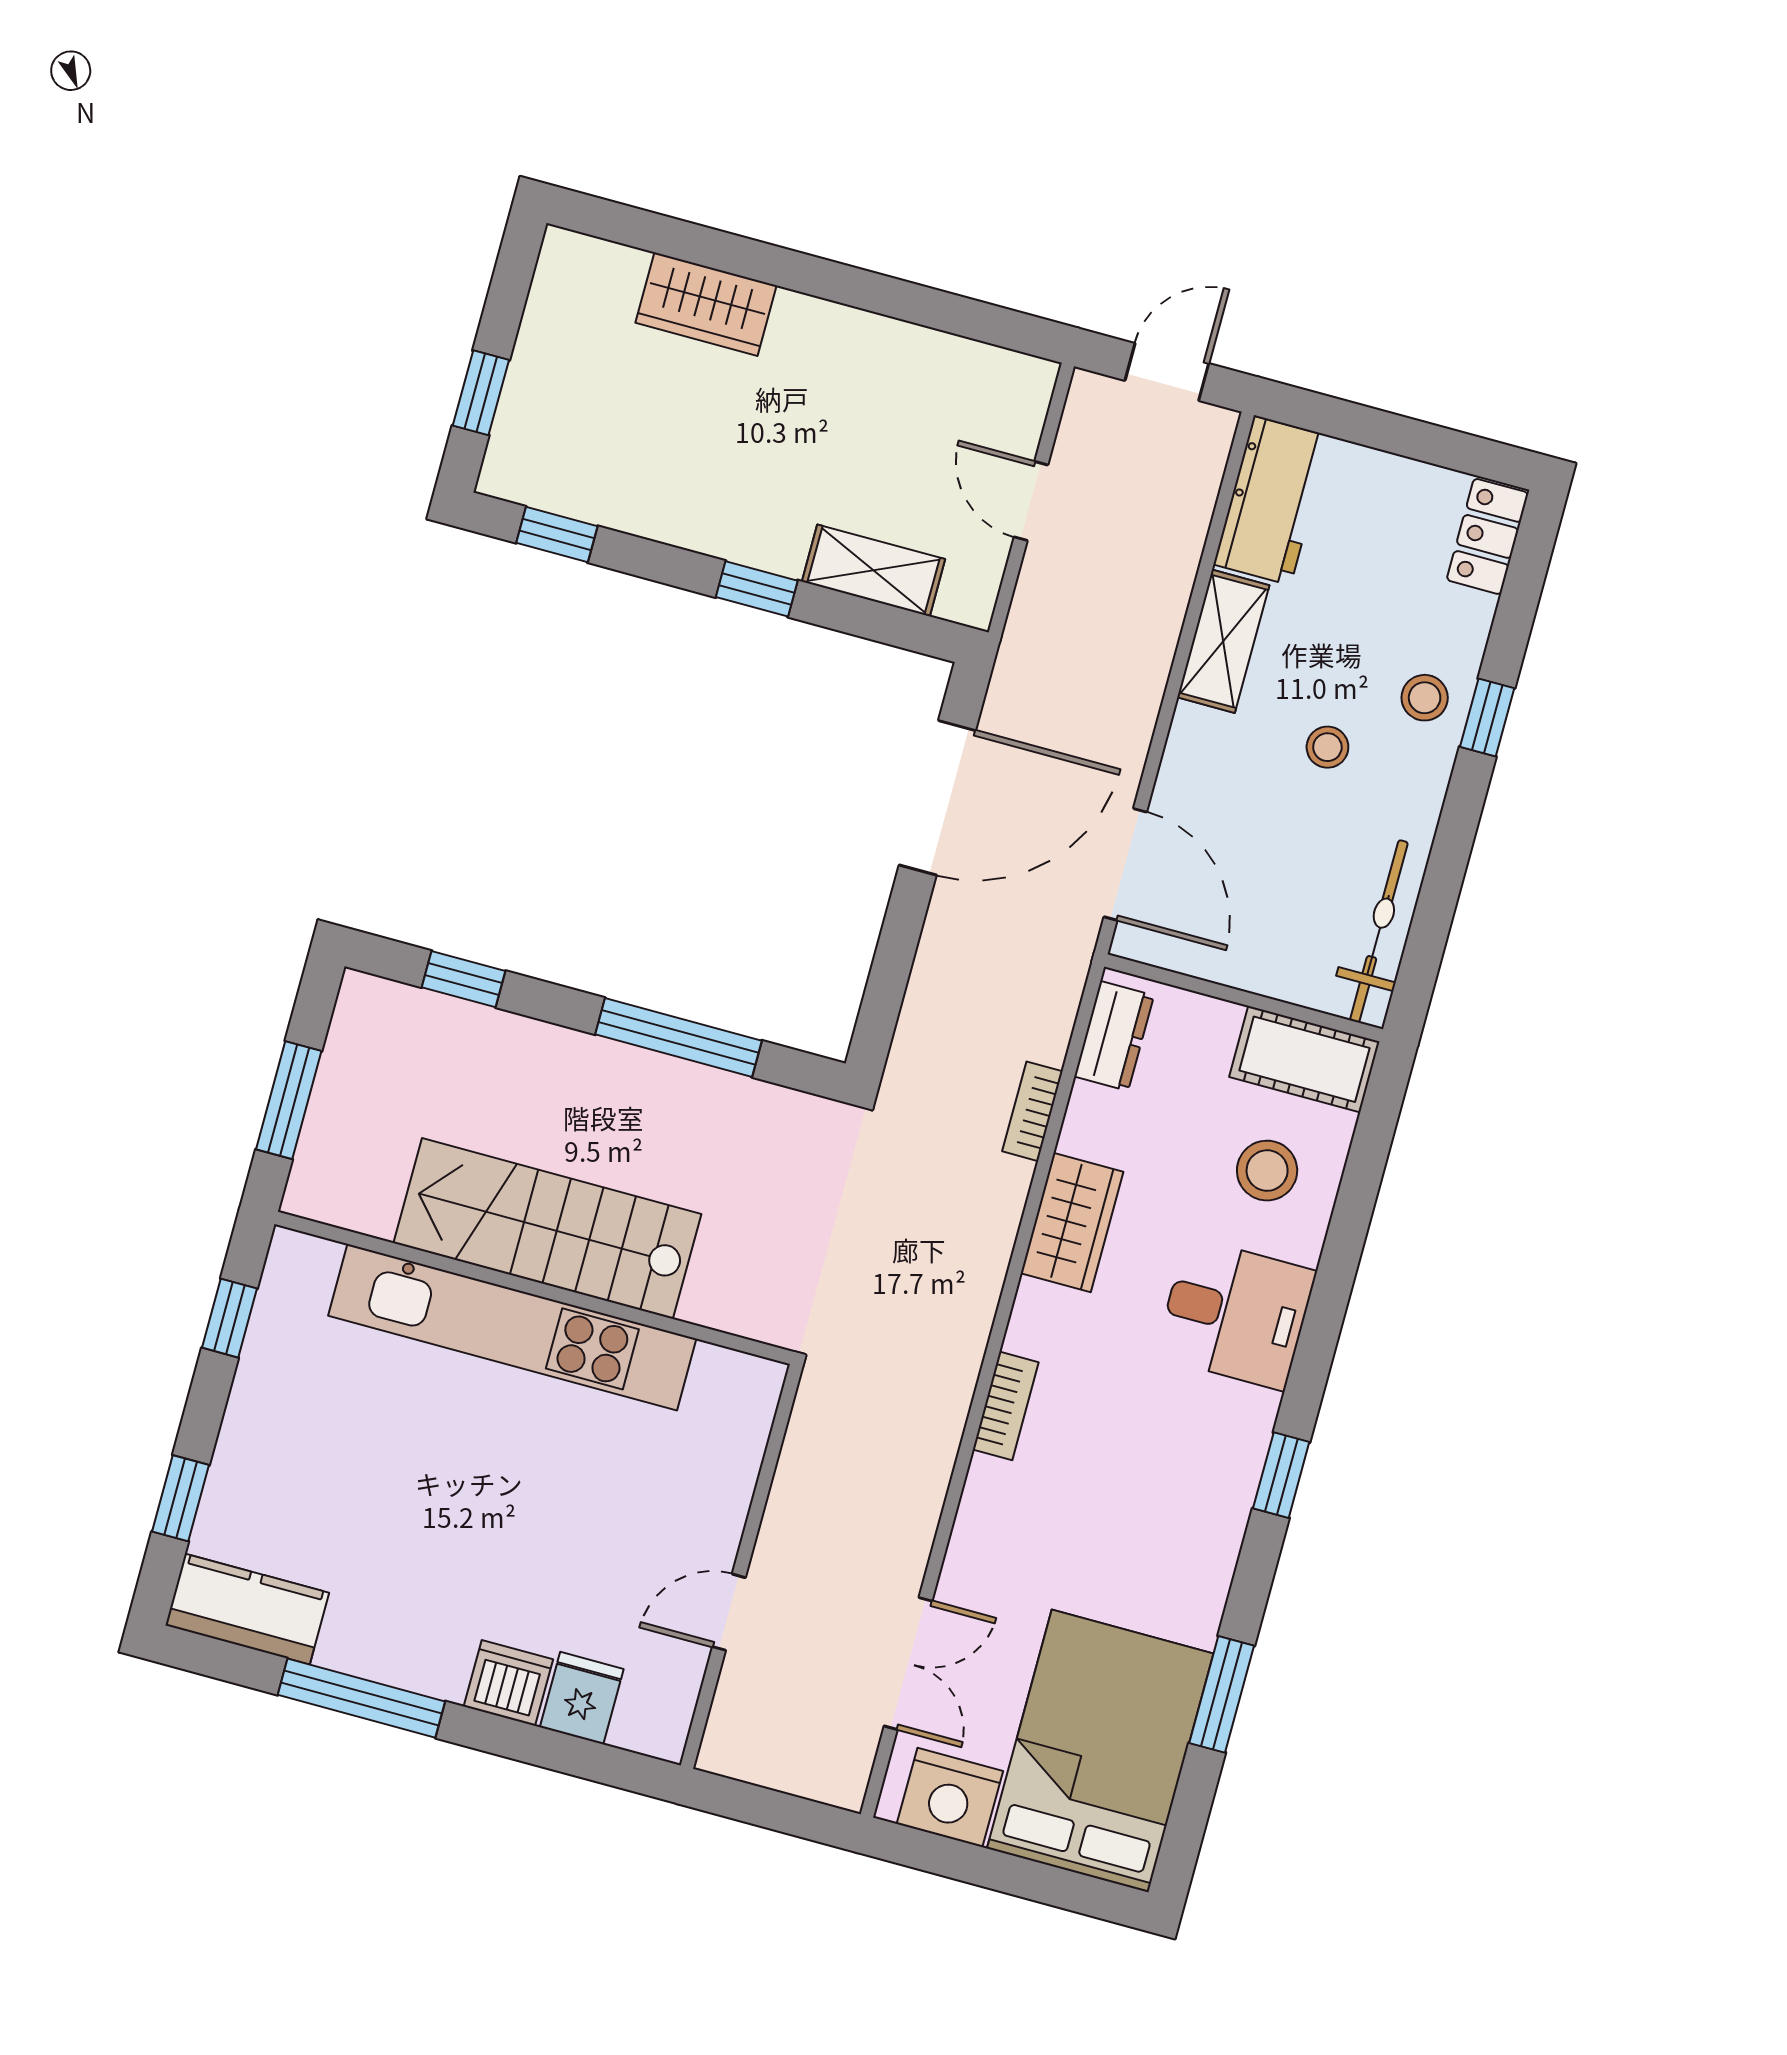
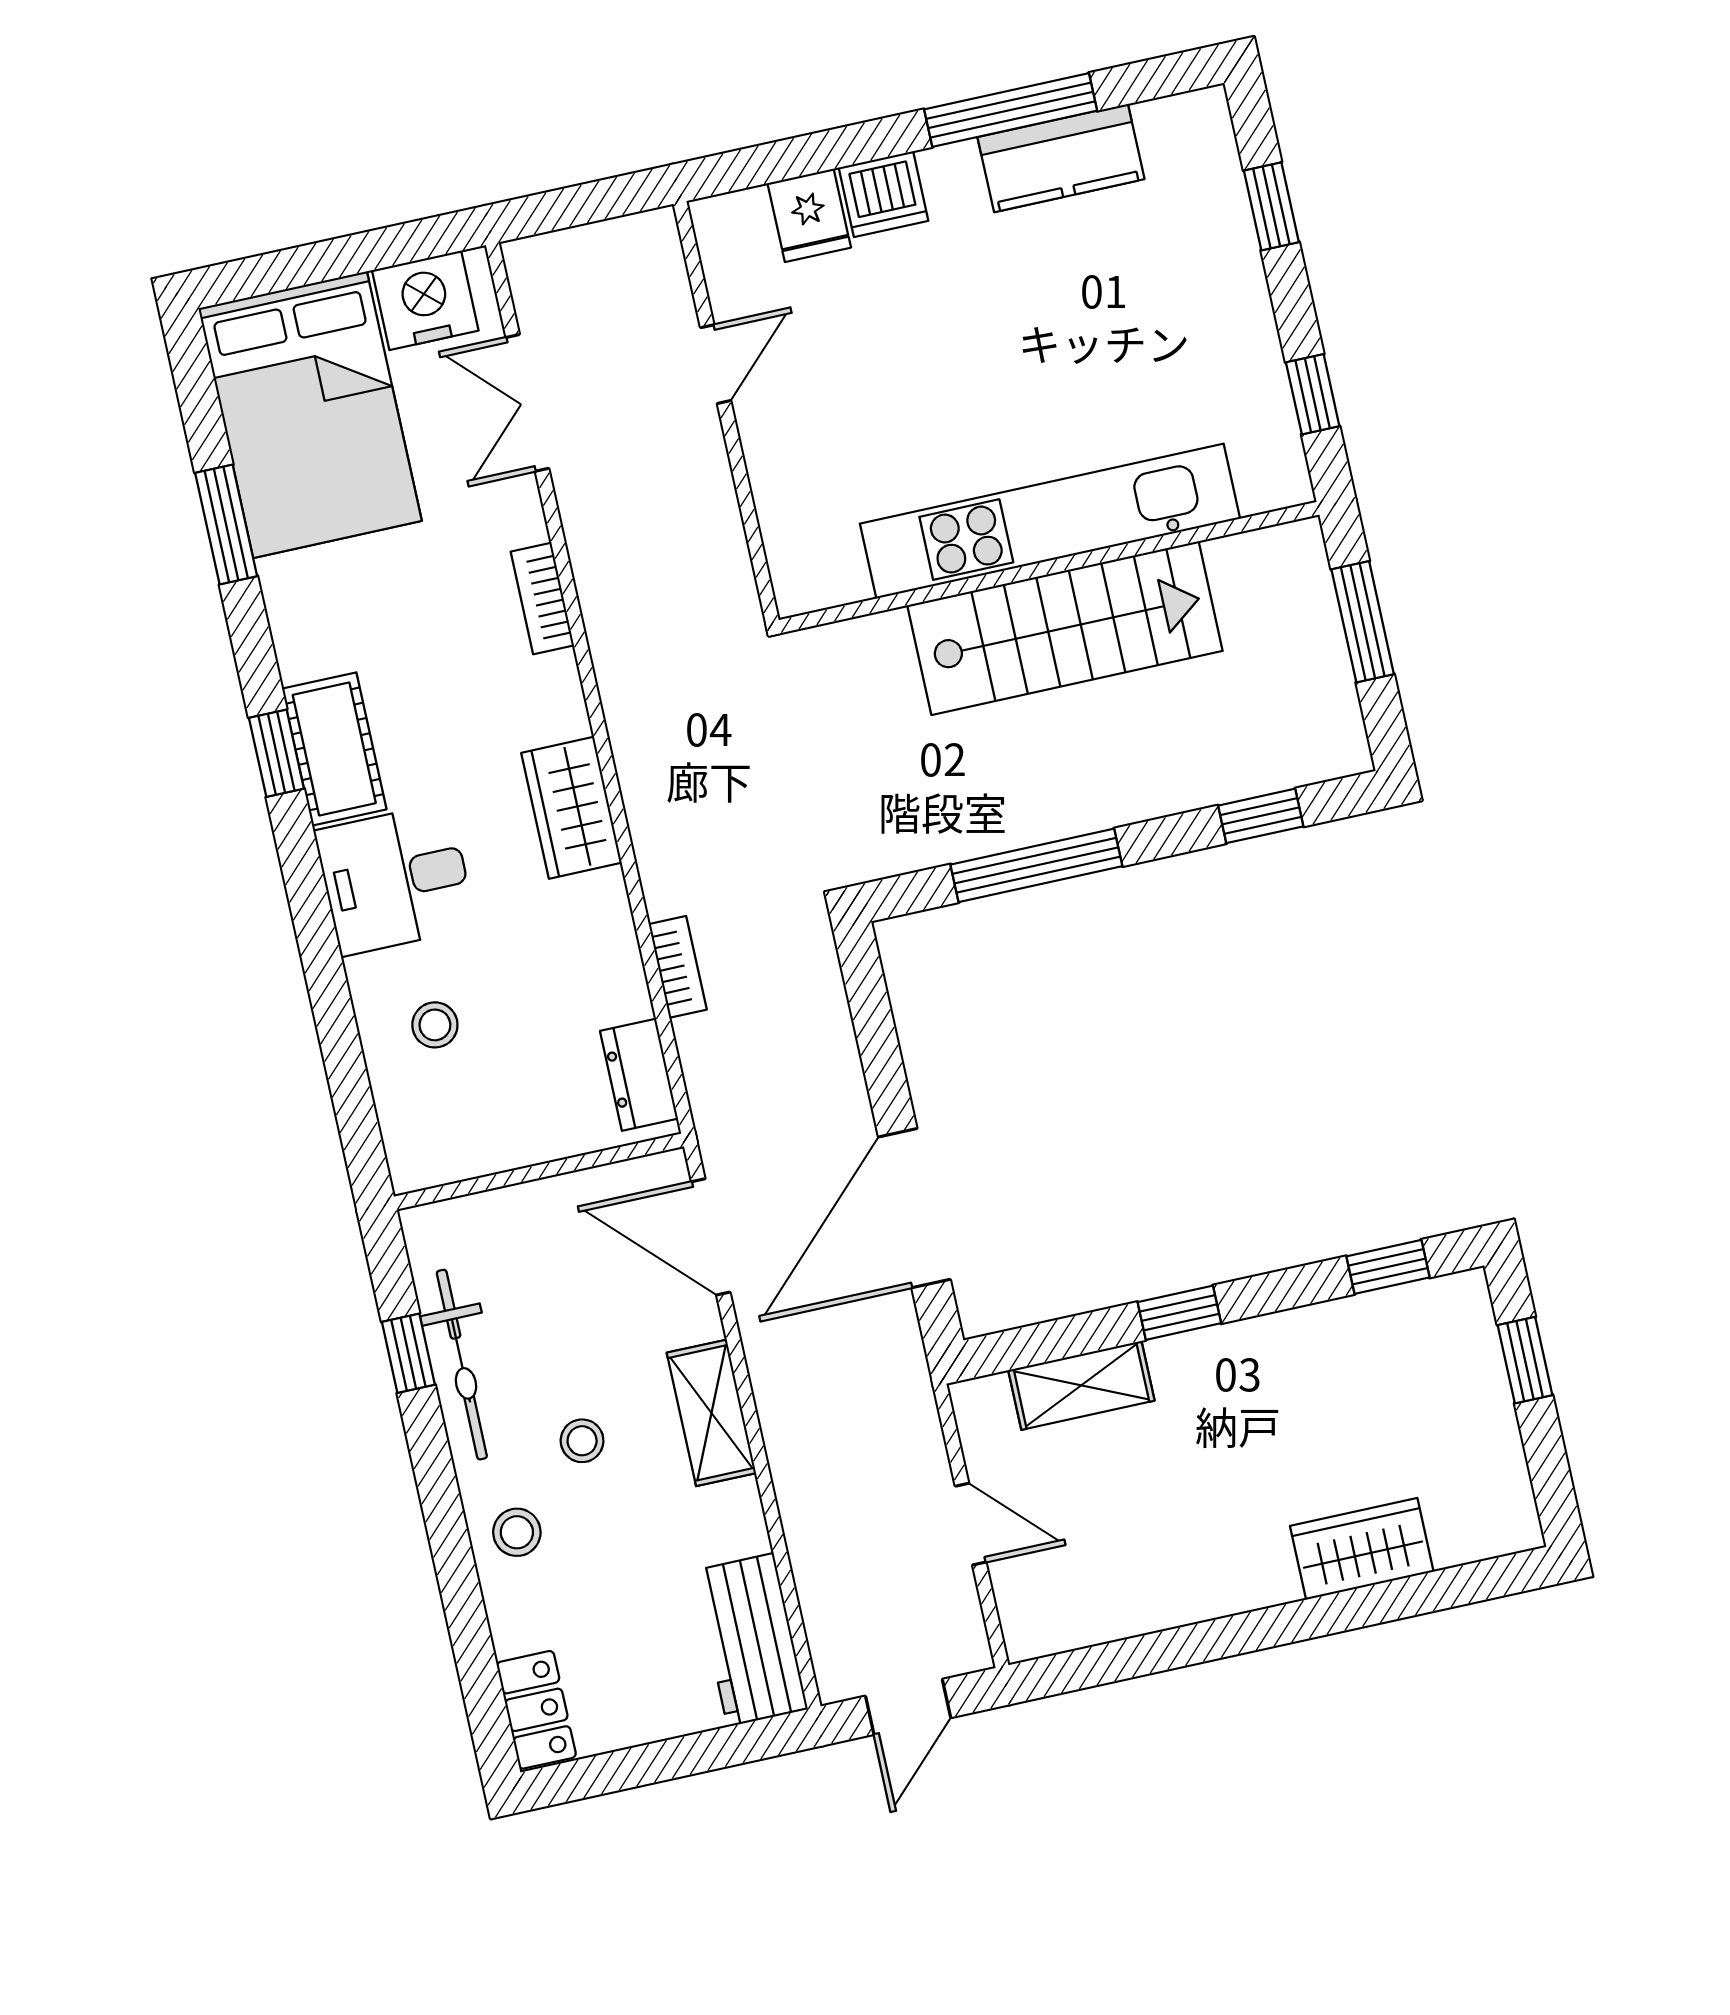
shelving: (1223, 641) -> (711, 1413), moved
window: (1487, 717) -> (408, 1353), moved
bicycle: (1379, 931) -> (462, 1365), moved
cot: (1304, 1059) -> (334, 749), moved, turned 90
stool: (1267, 1171) -> (435, 1025), width x0.73, depth x0.73
wardrobe: (1072, 1222) -> (572, 808), moved
bookcase: (1006, 1406) -> (542, 598), moved
kitchen counter: (247, 1609) -> (1061, 158), moved

